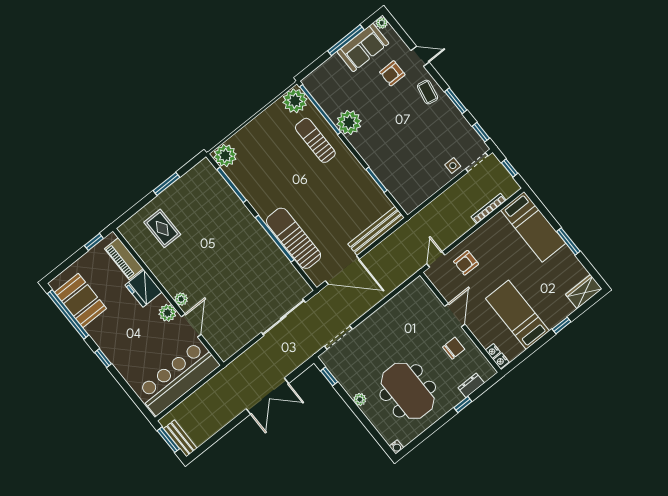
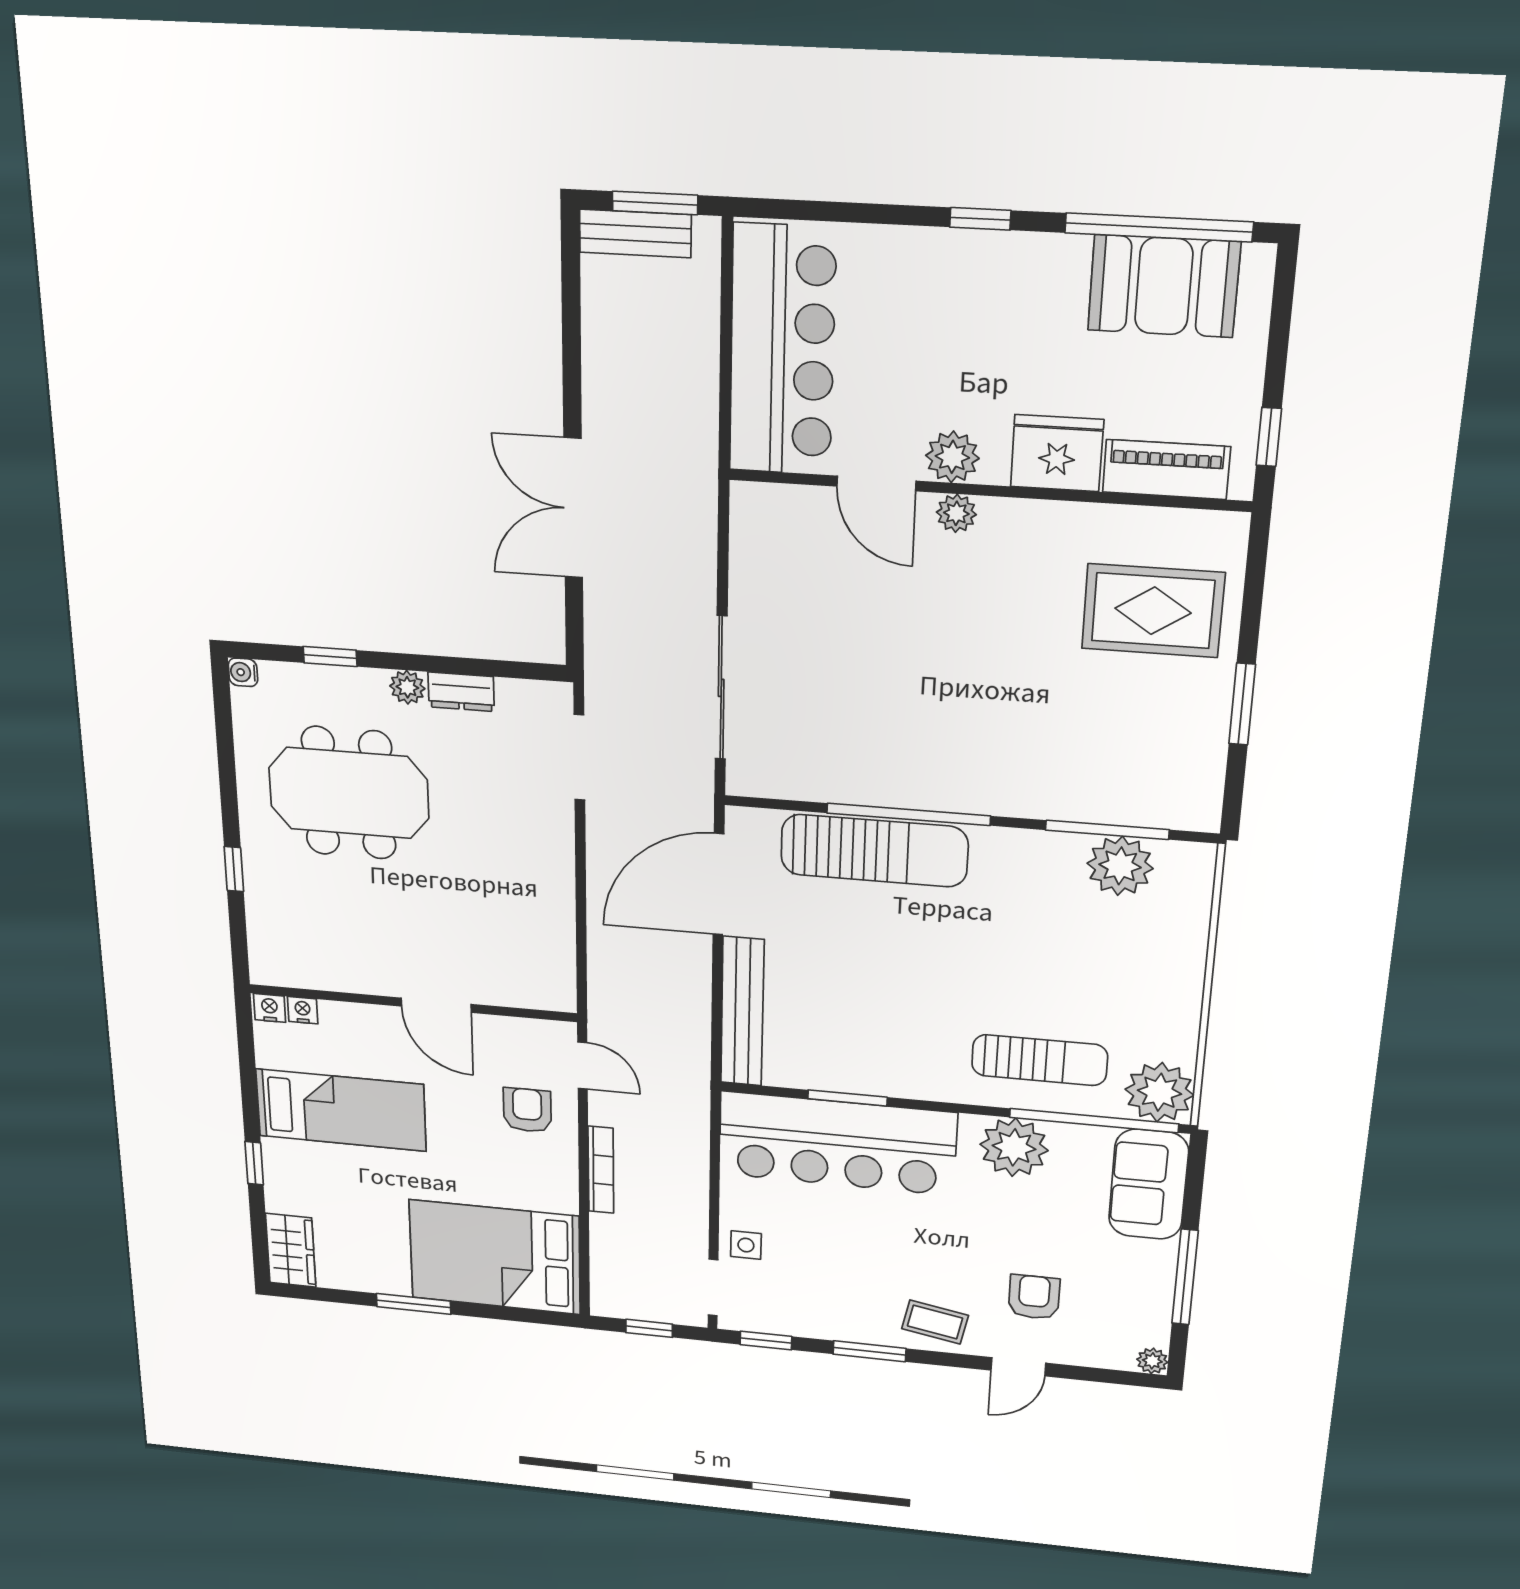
sofa: (363, 47) -> (1148, 1184), moved
plant: (225, 156) -> (1120, 866), moved
bar counter: (394, 170) -> (837, 1143), added
bookcase: (489, 209) -> (601, 1170), moved
bed: (533, 227) -> (495, 1257), width x1.50
rug: (162, 228) -> (1153, 611), width x1.36, depth x1.43
chair: (454, 348) -> (369, 948), removed
window: (329, 376) -> (330, 657), moved
dresser: (471, 385) -> (461, 692), moved, turned 90

